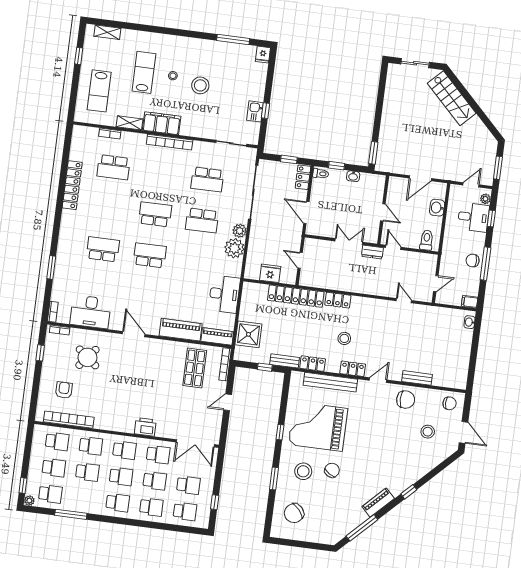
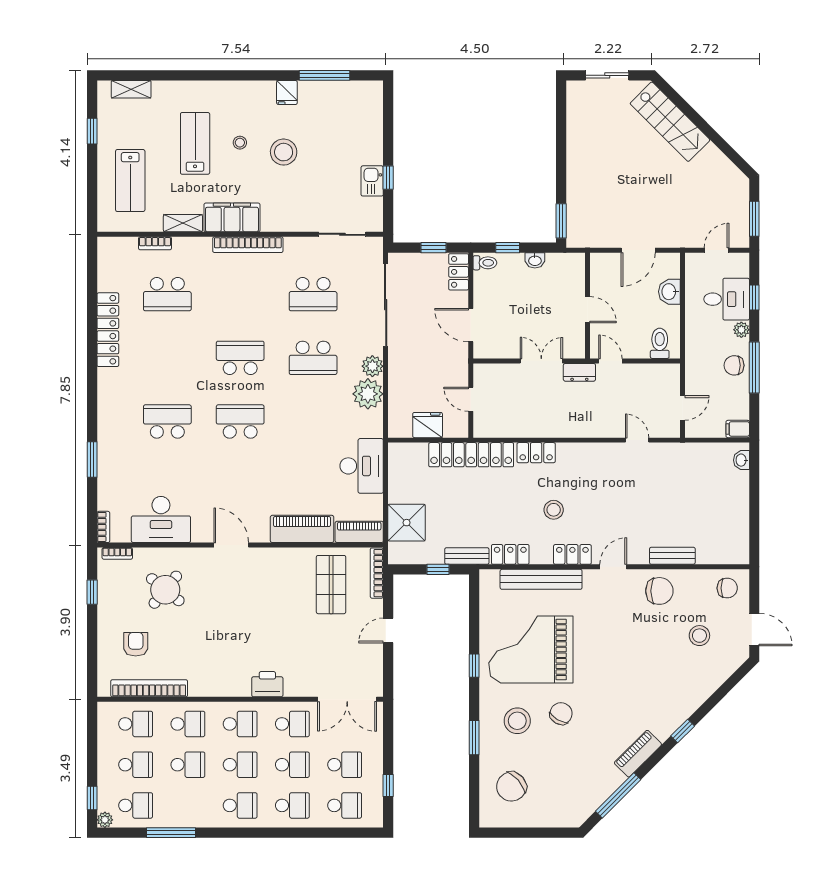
fridge: (263, 55) -> (287, 92), moved
plant: (485, 199) -> (741, 330), moved

